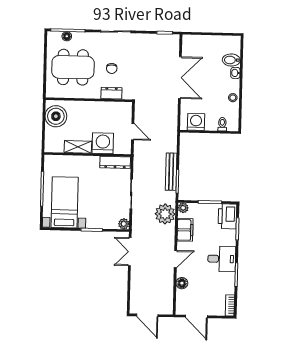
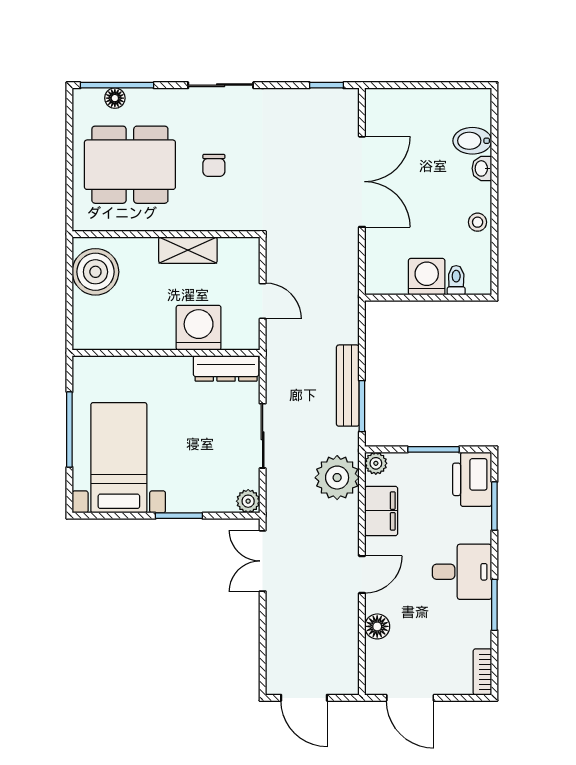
dresser: (111, 93) -> (215, 219), removed
washing machine: (196, 122) -> (427, 277), moved
shelving: (78, 147) -> (188, 250), moved

